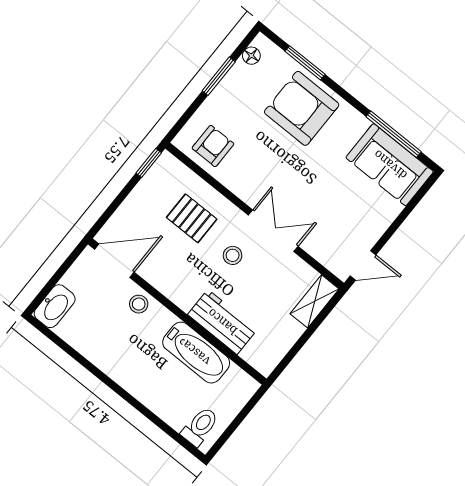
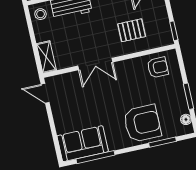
armchair: (213, 146) -> (158, 67), turned -90
stool: (233, 255) -> (41, 14), moved
door: (363, 265) -> (45, 93), hinge flipped

